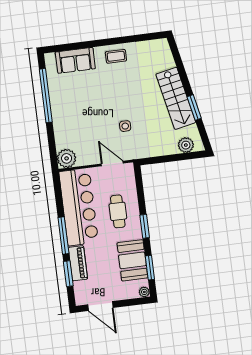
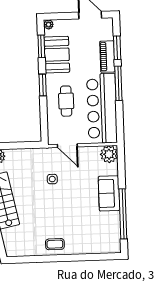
sofa: (75, 60) -> (109, 193), moved, turned -90

